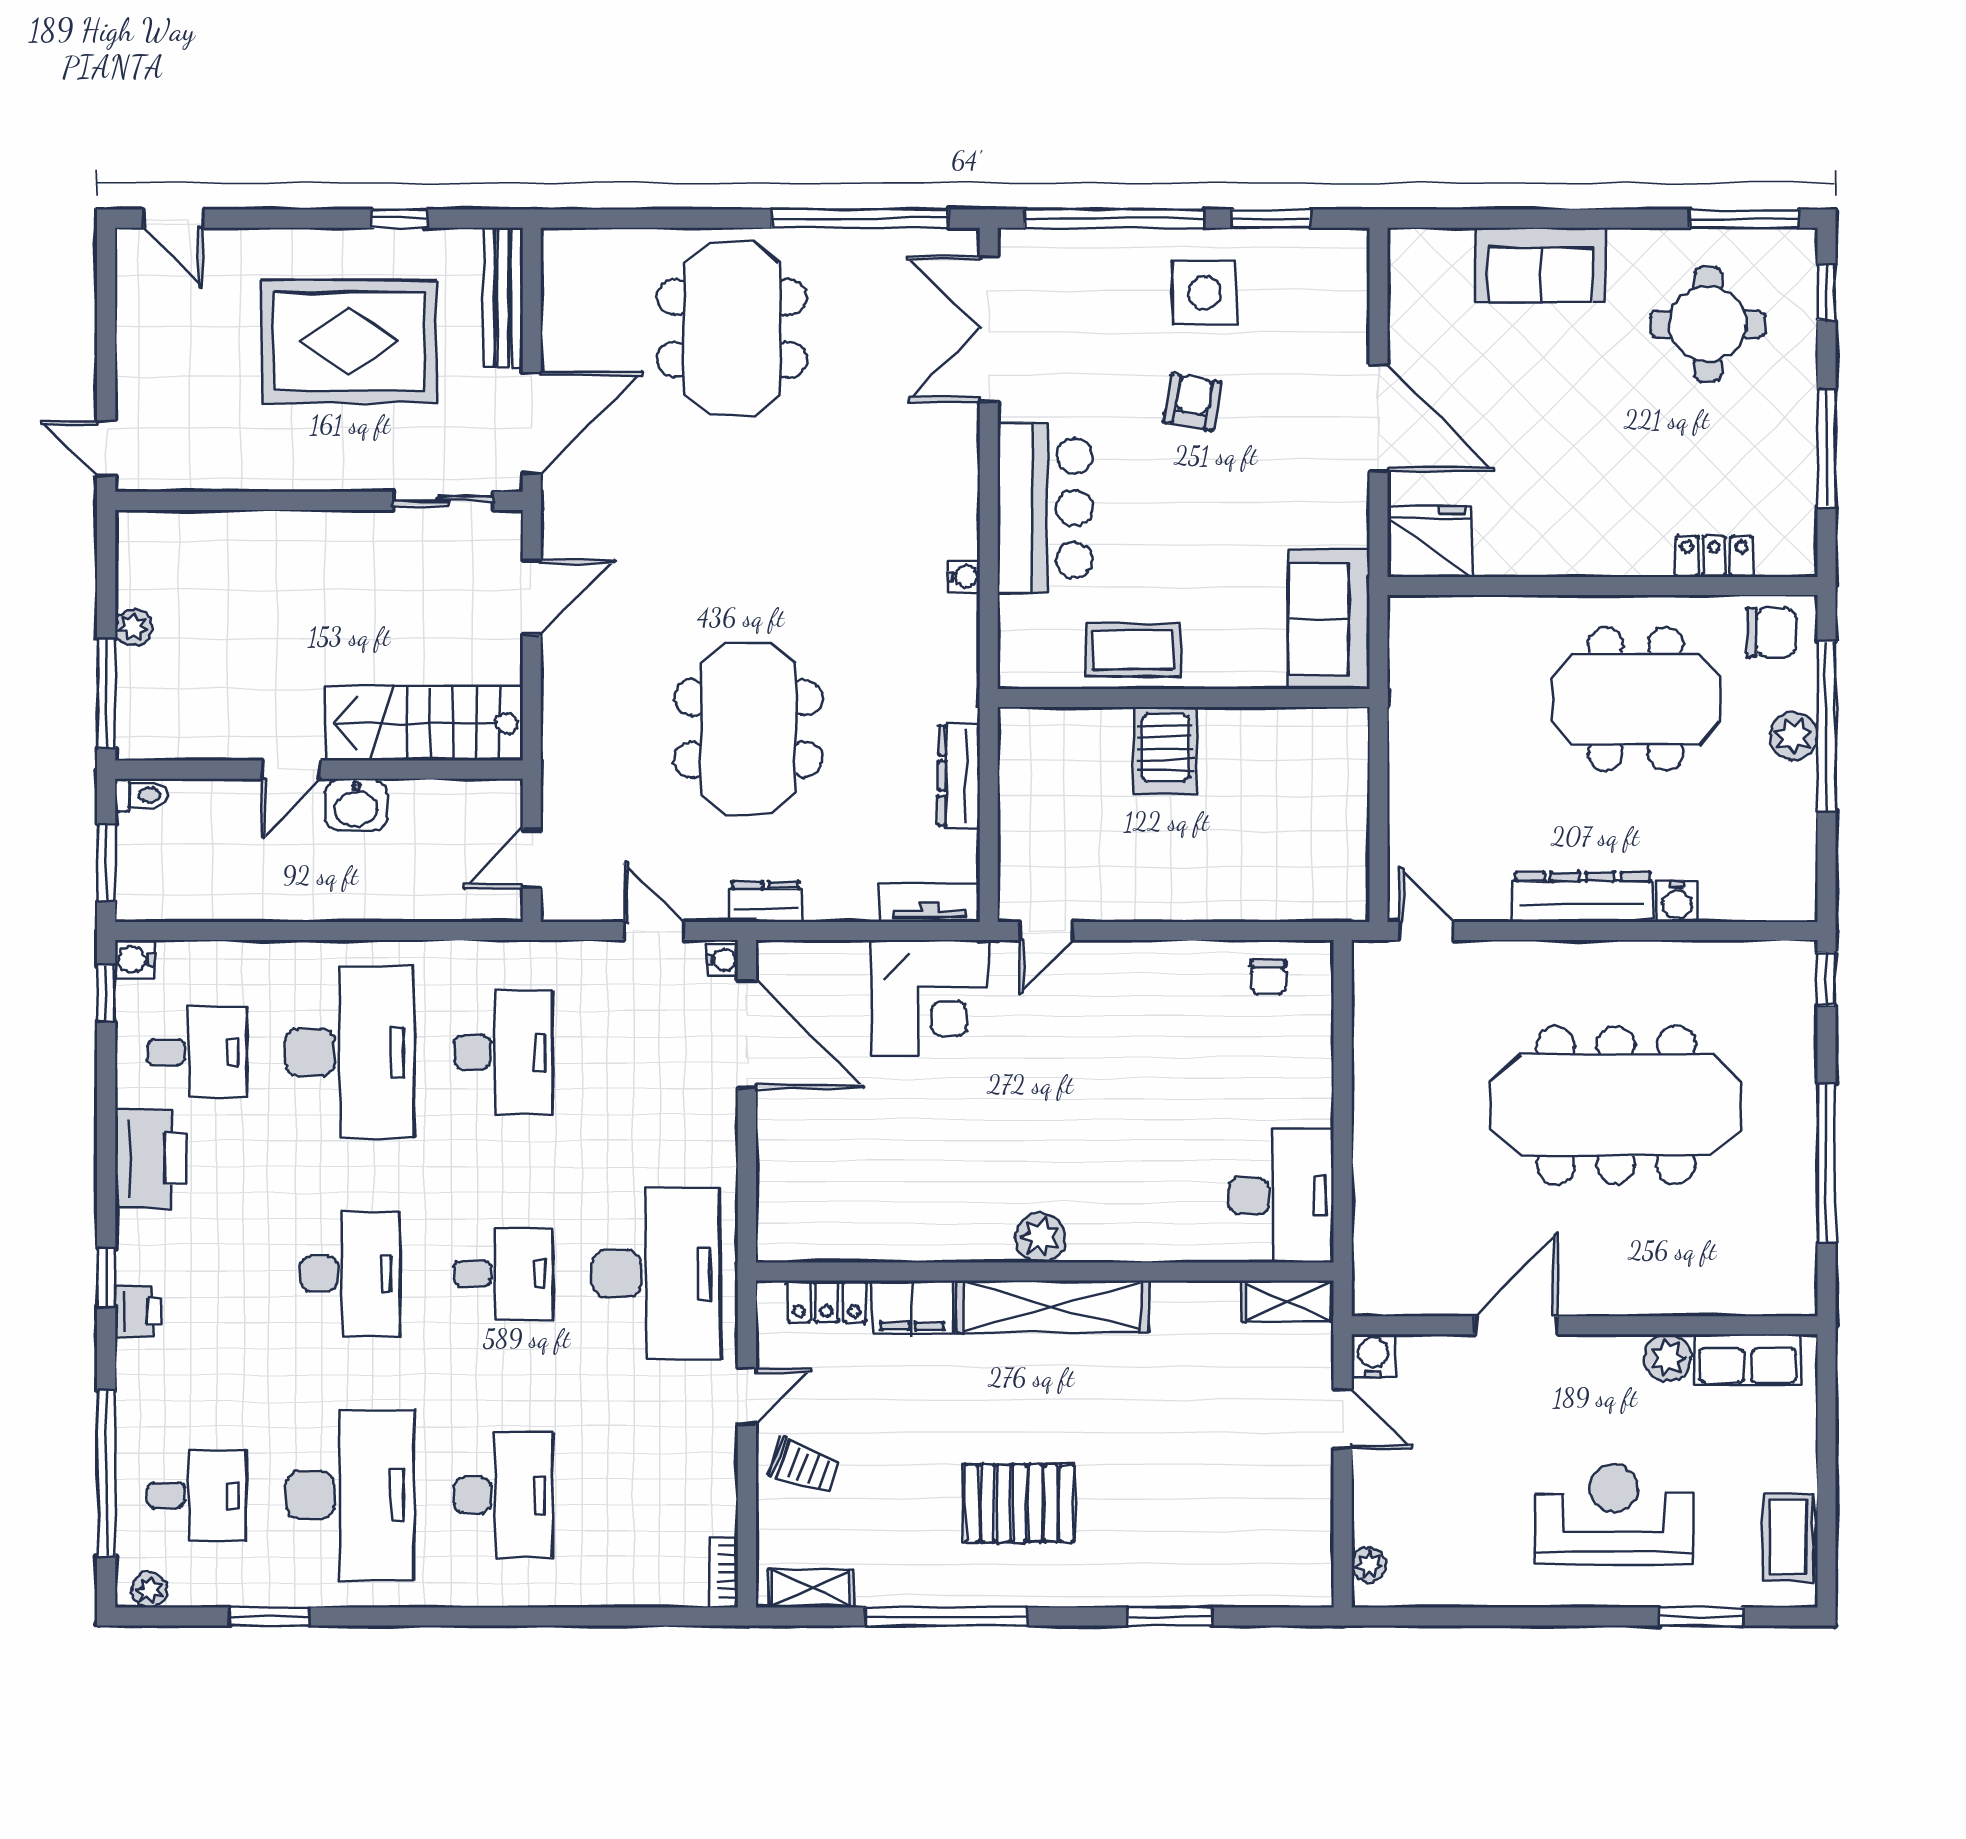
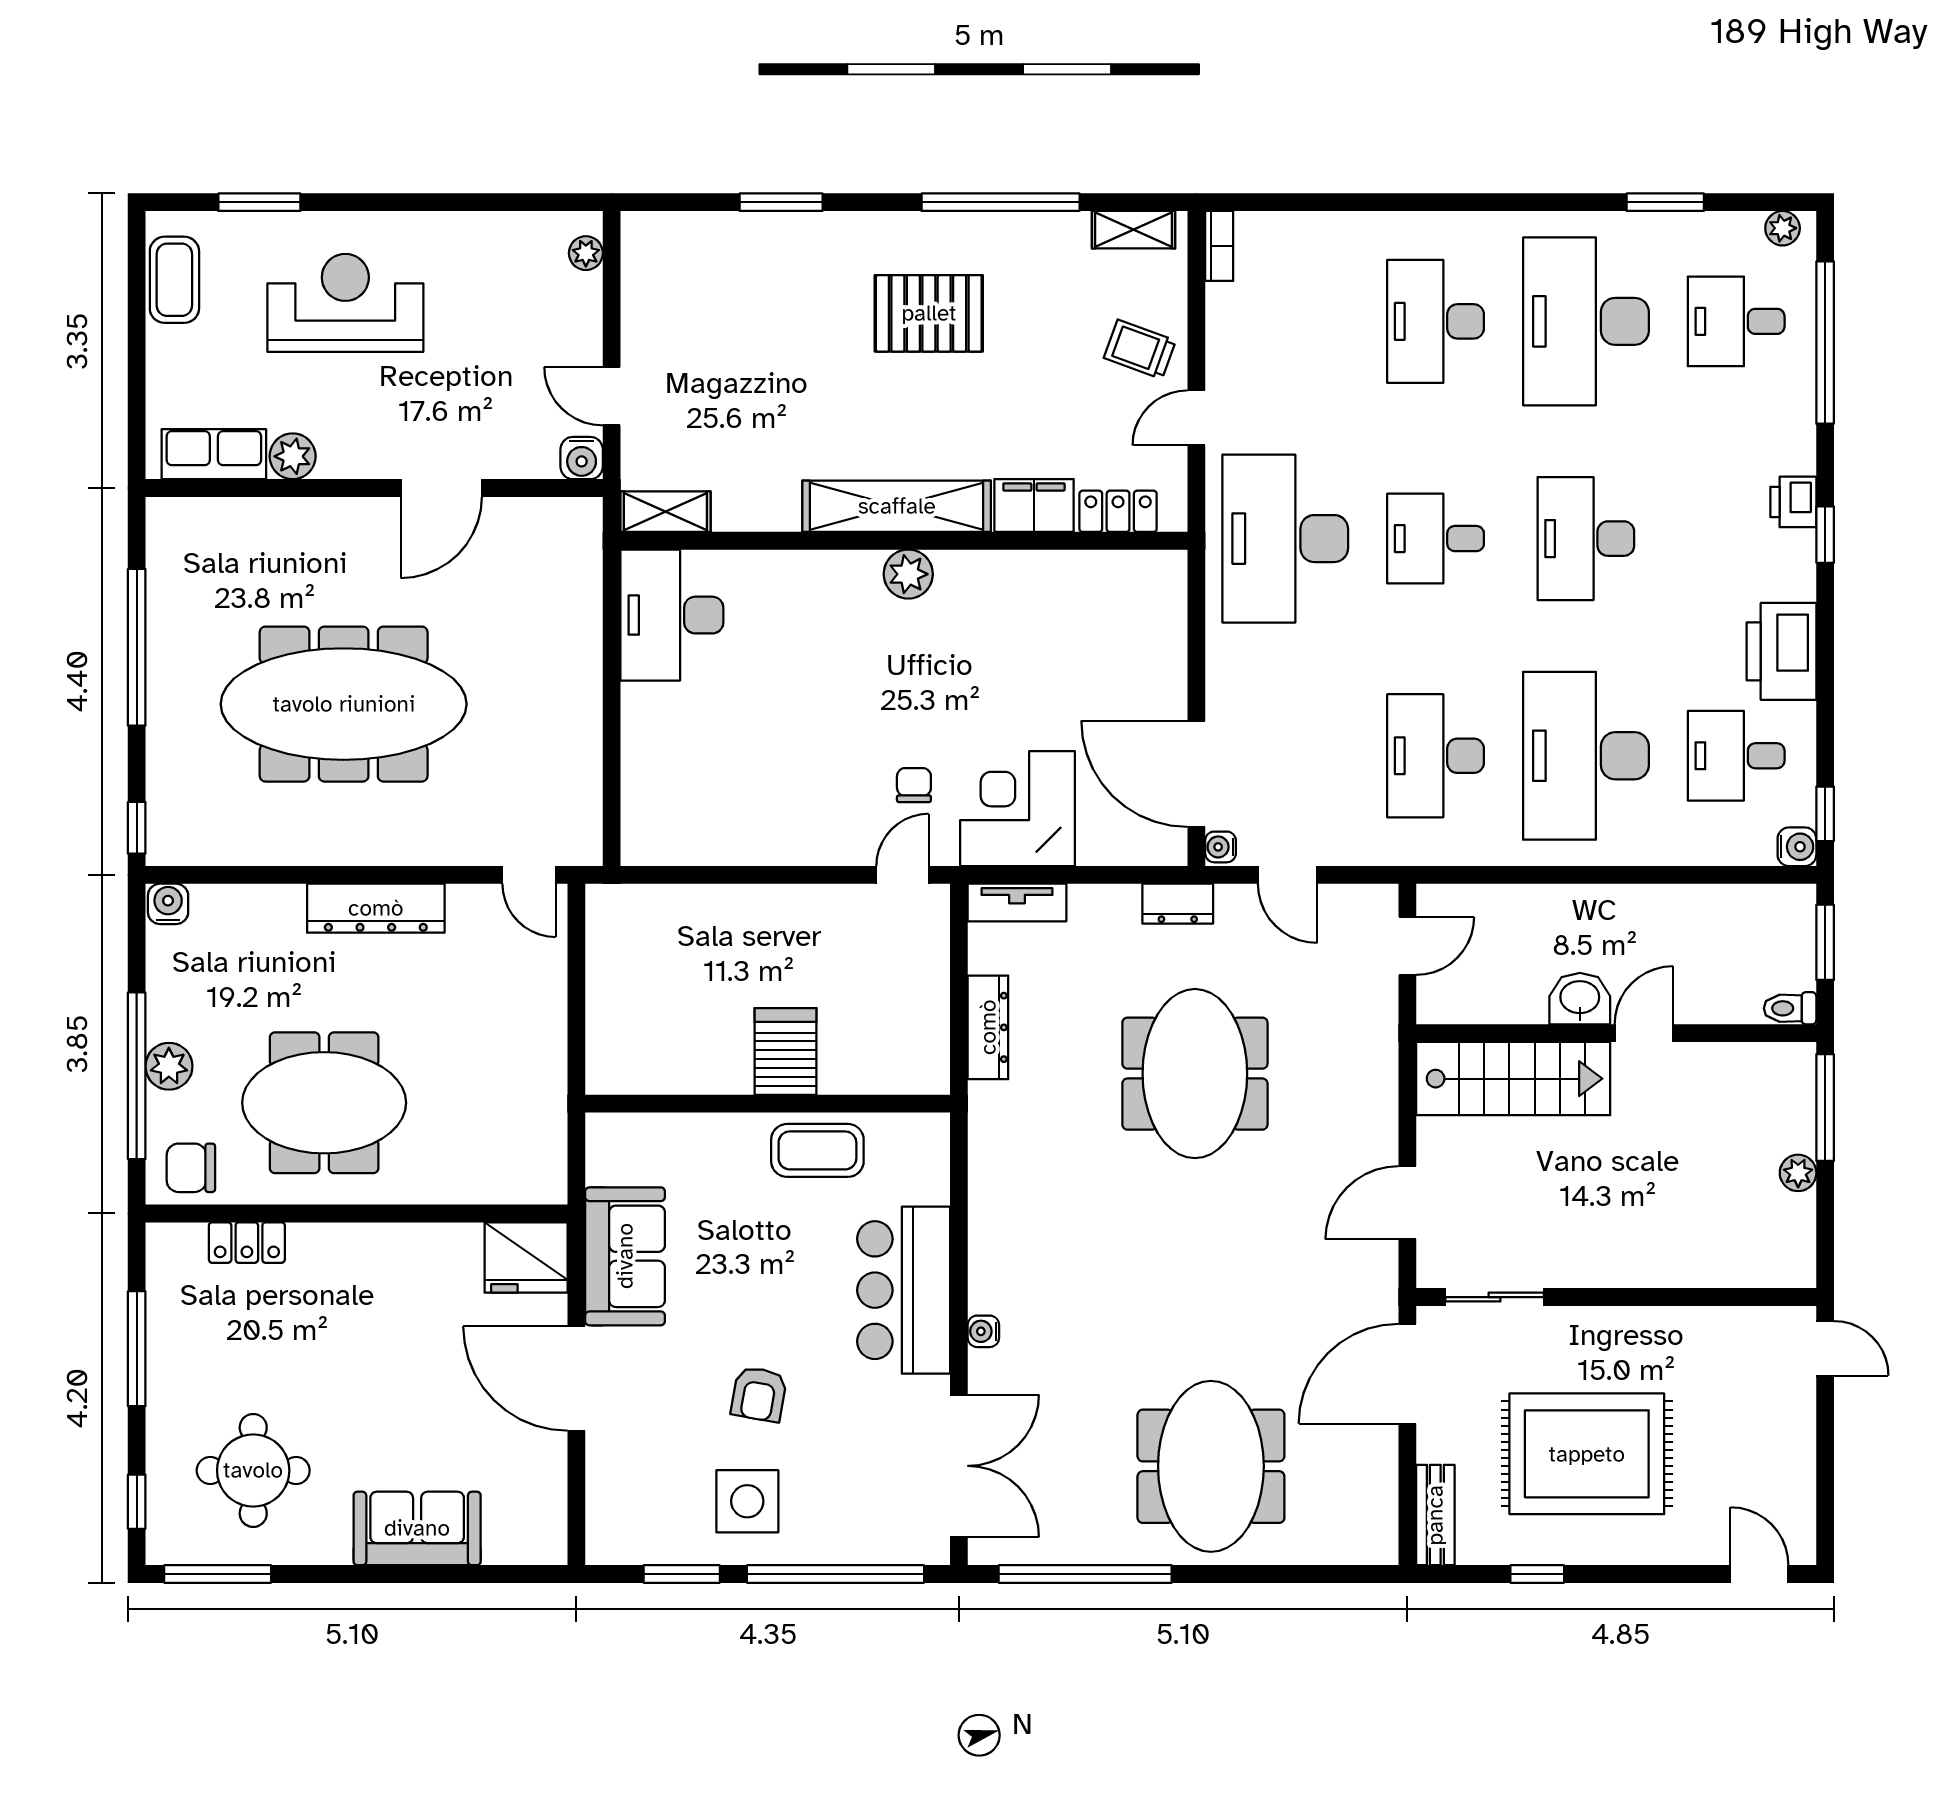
bench: (503, 297) -> (1435, 1515), width x0.73
water cooler: (964, 576) -> (983, 1331), moved
sofa: (1329, 619) -> (625, 1256), moved
water cooler: (1677, 902) -> (168, 904), moved
chair: (1268, 977) -> (914, 785), moved
reception desk: (1614, 1514) -> (345, 303), turned 180

